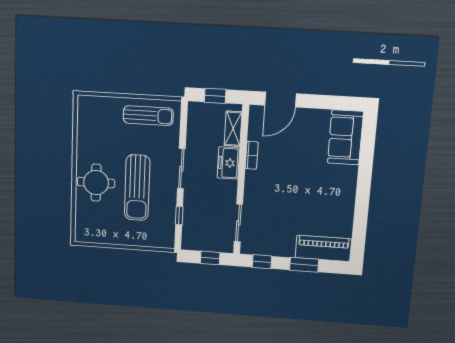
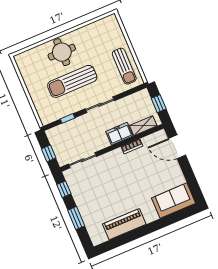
piano: (323, 248) -> (124, 224), moved, turned -90

